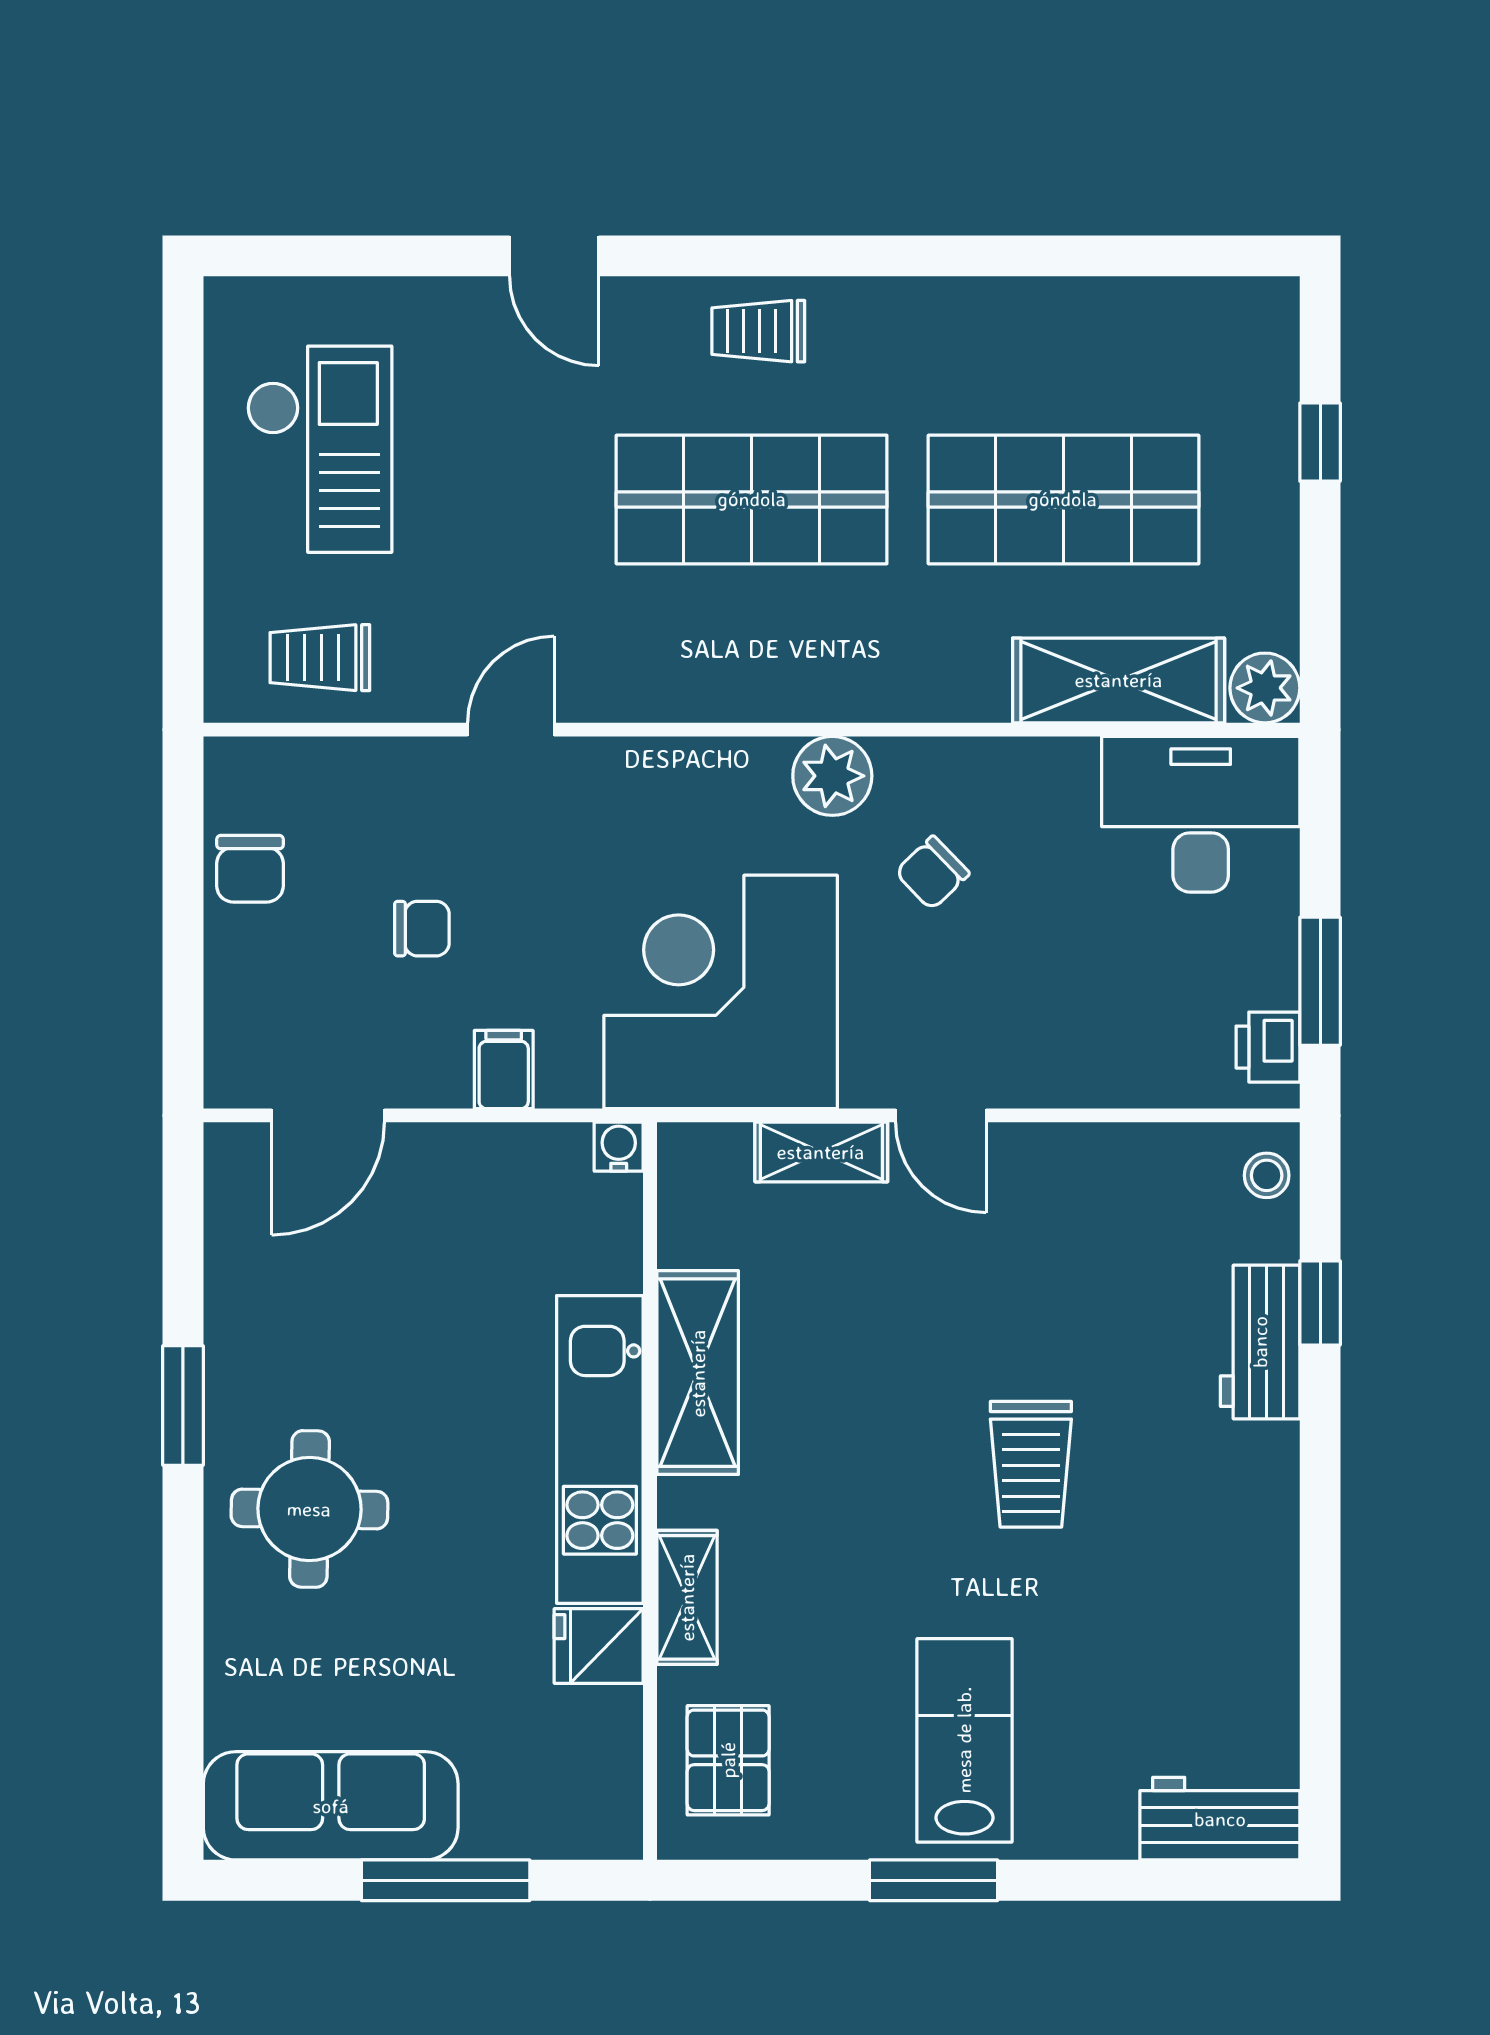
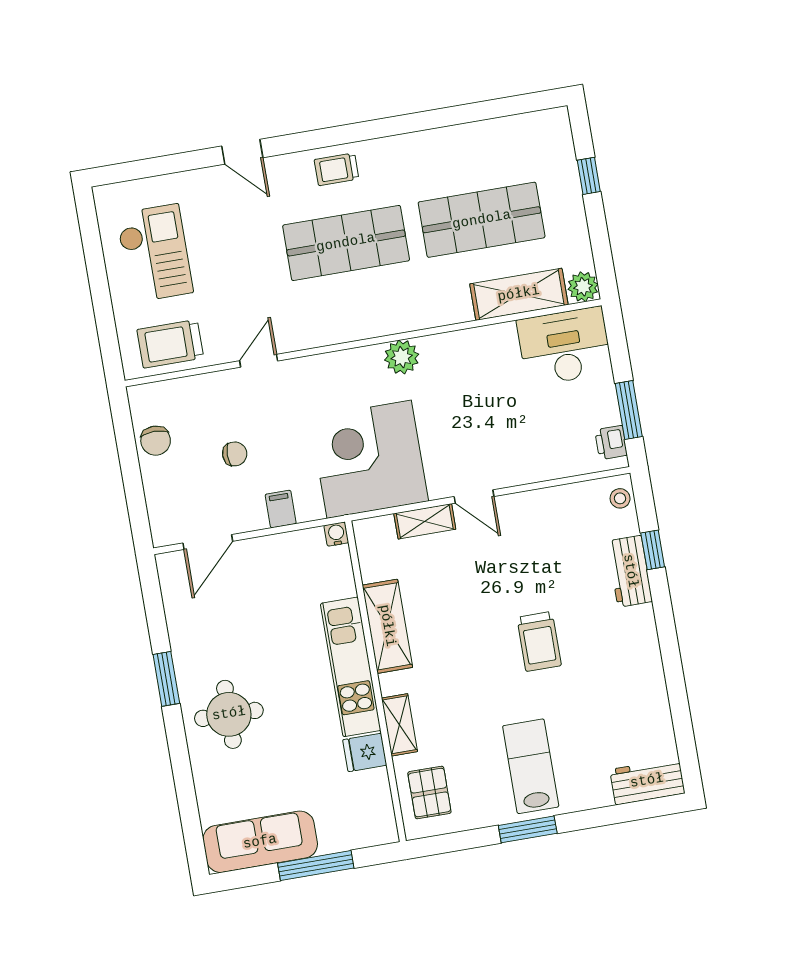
trolley: (320, 658) -> (170, 344), width x1.36, depth x1.39
chair: (932, 873) -> (452, 392), removed

